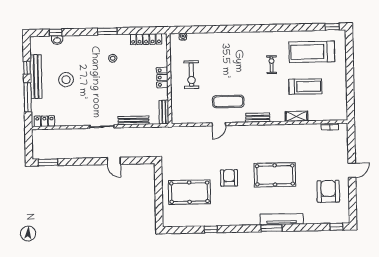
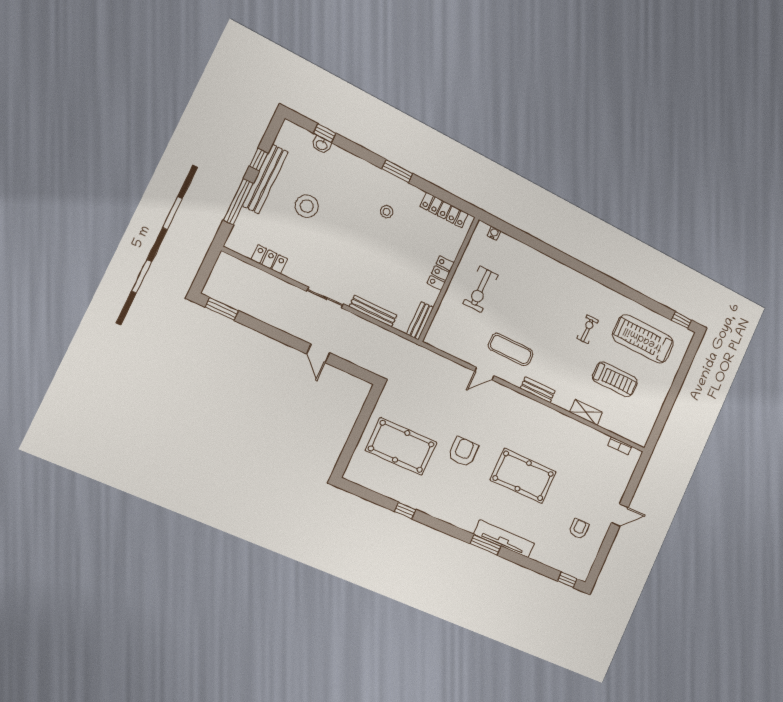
locker: (44, 121) -> (269, 259), moved
armchair: (328, 191) -> (579, 529), width x0.53, depth x0.53

